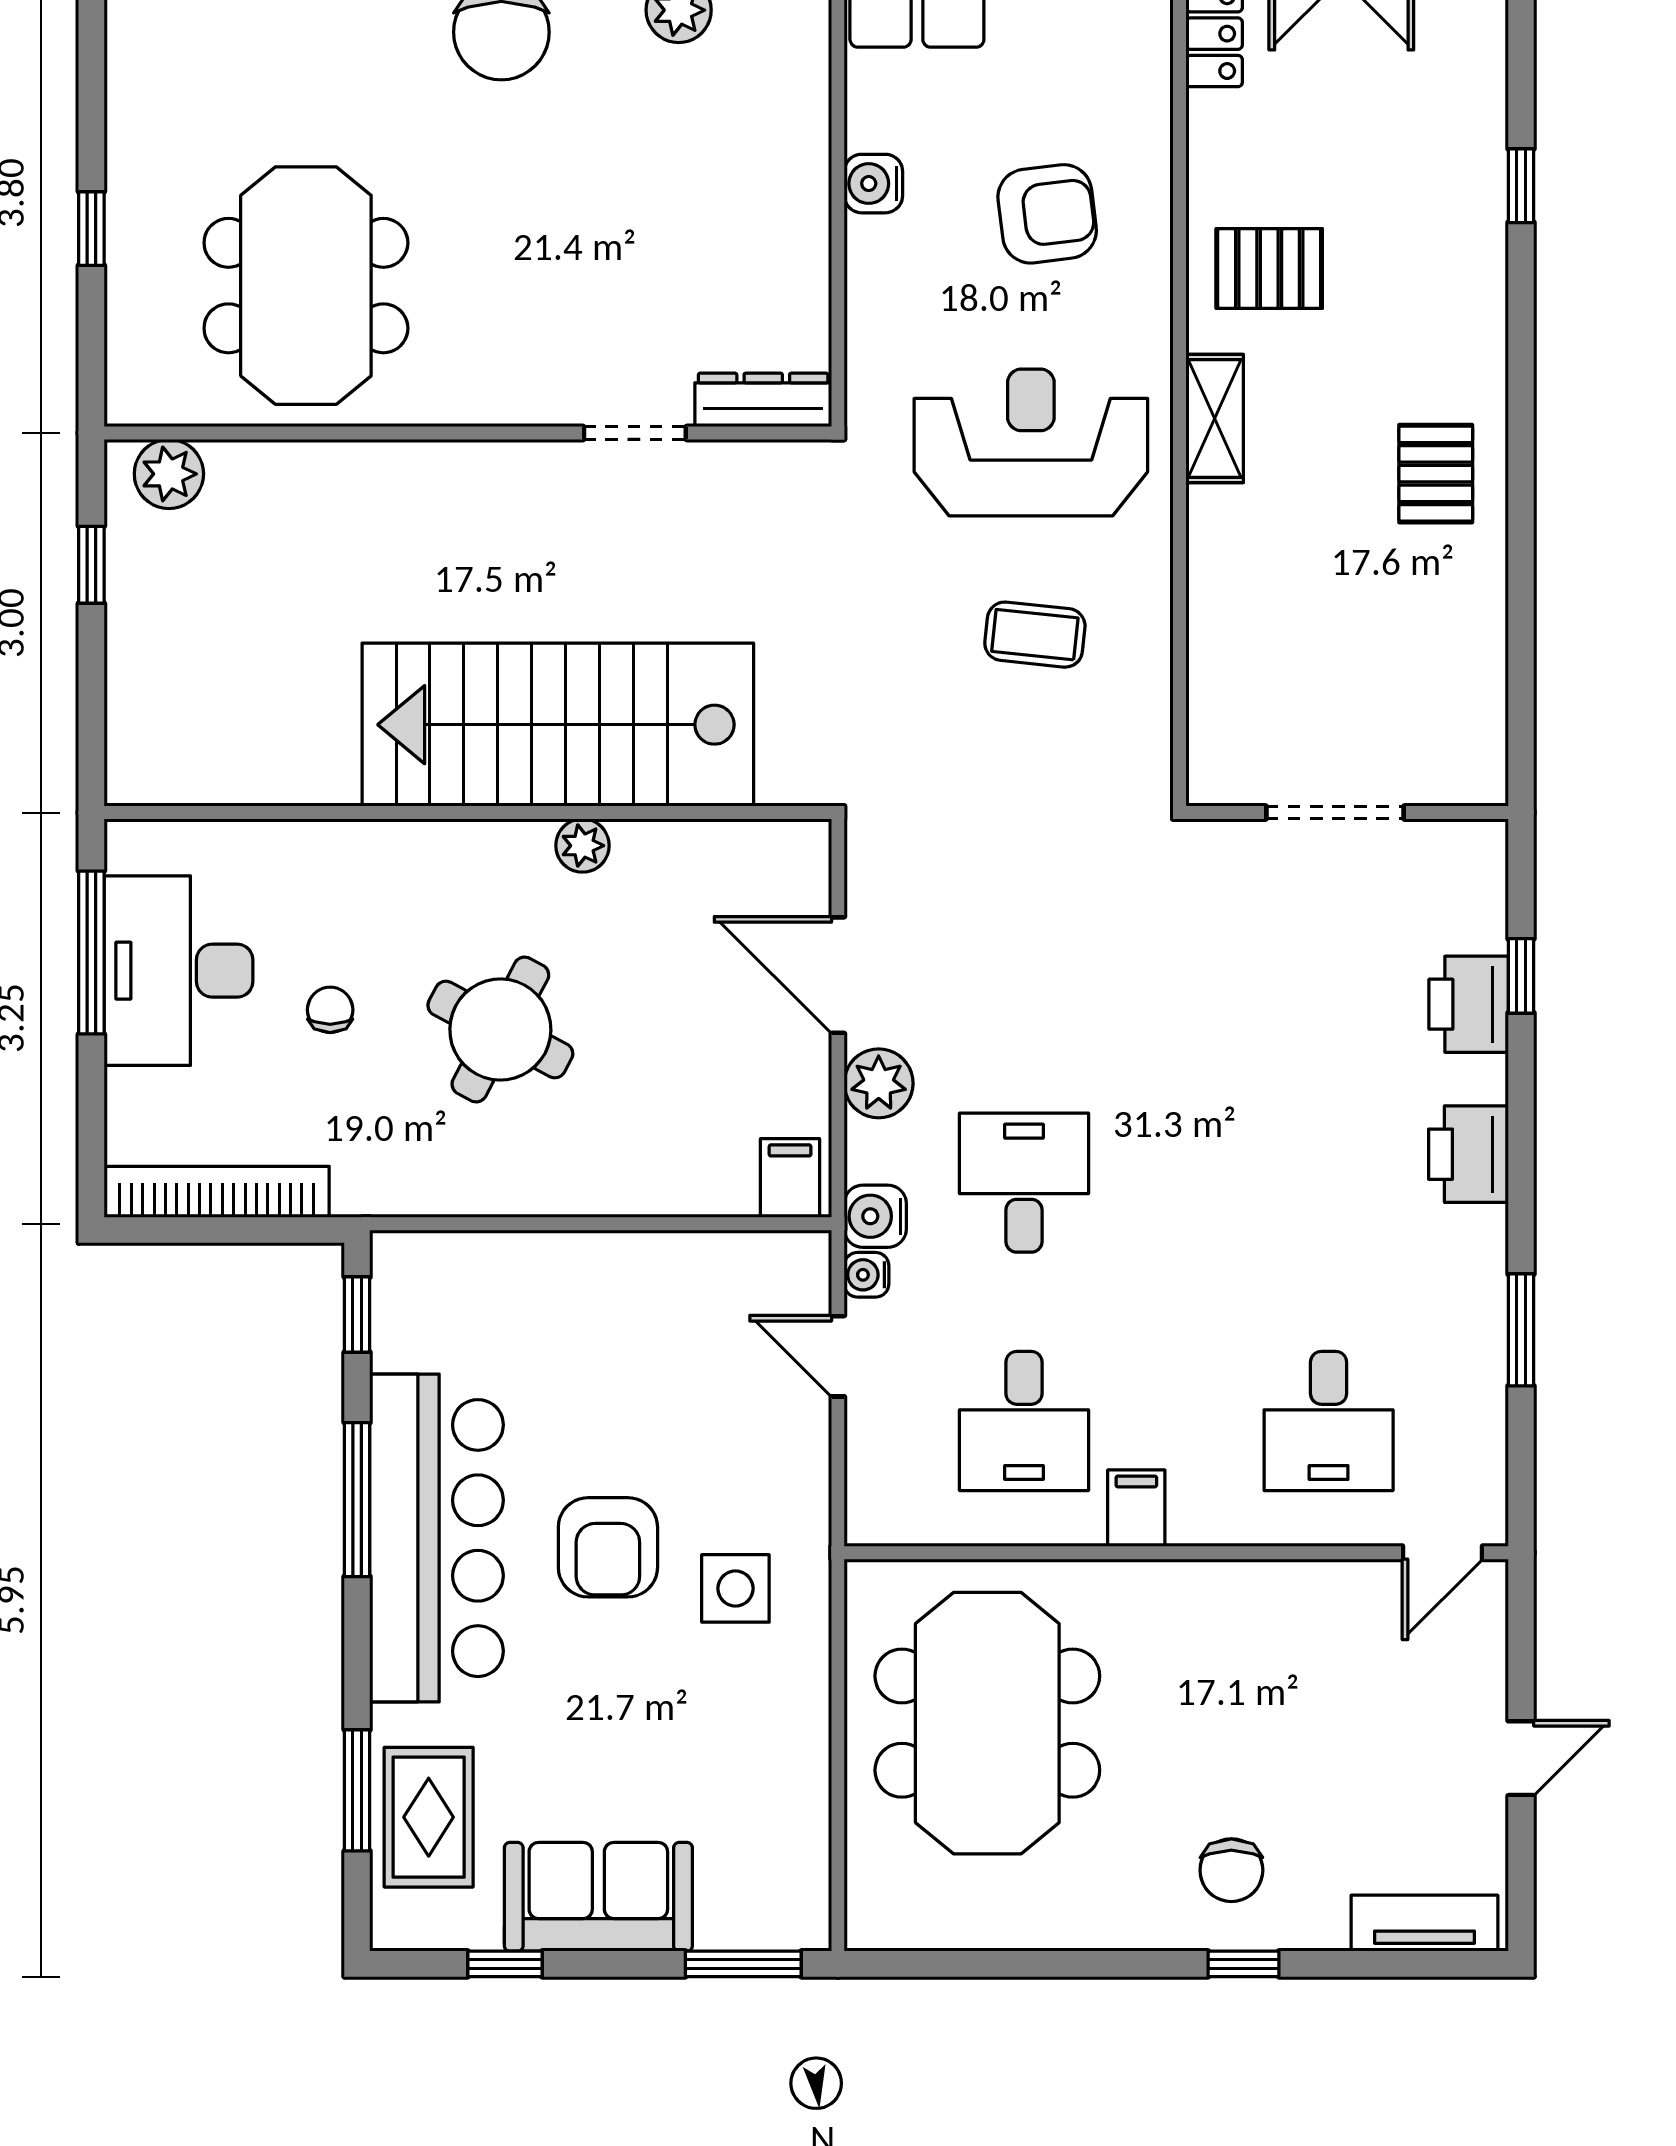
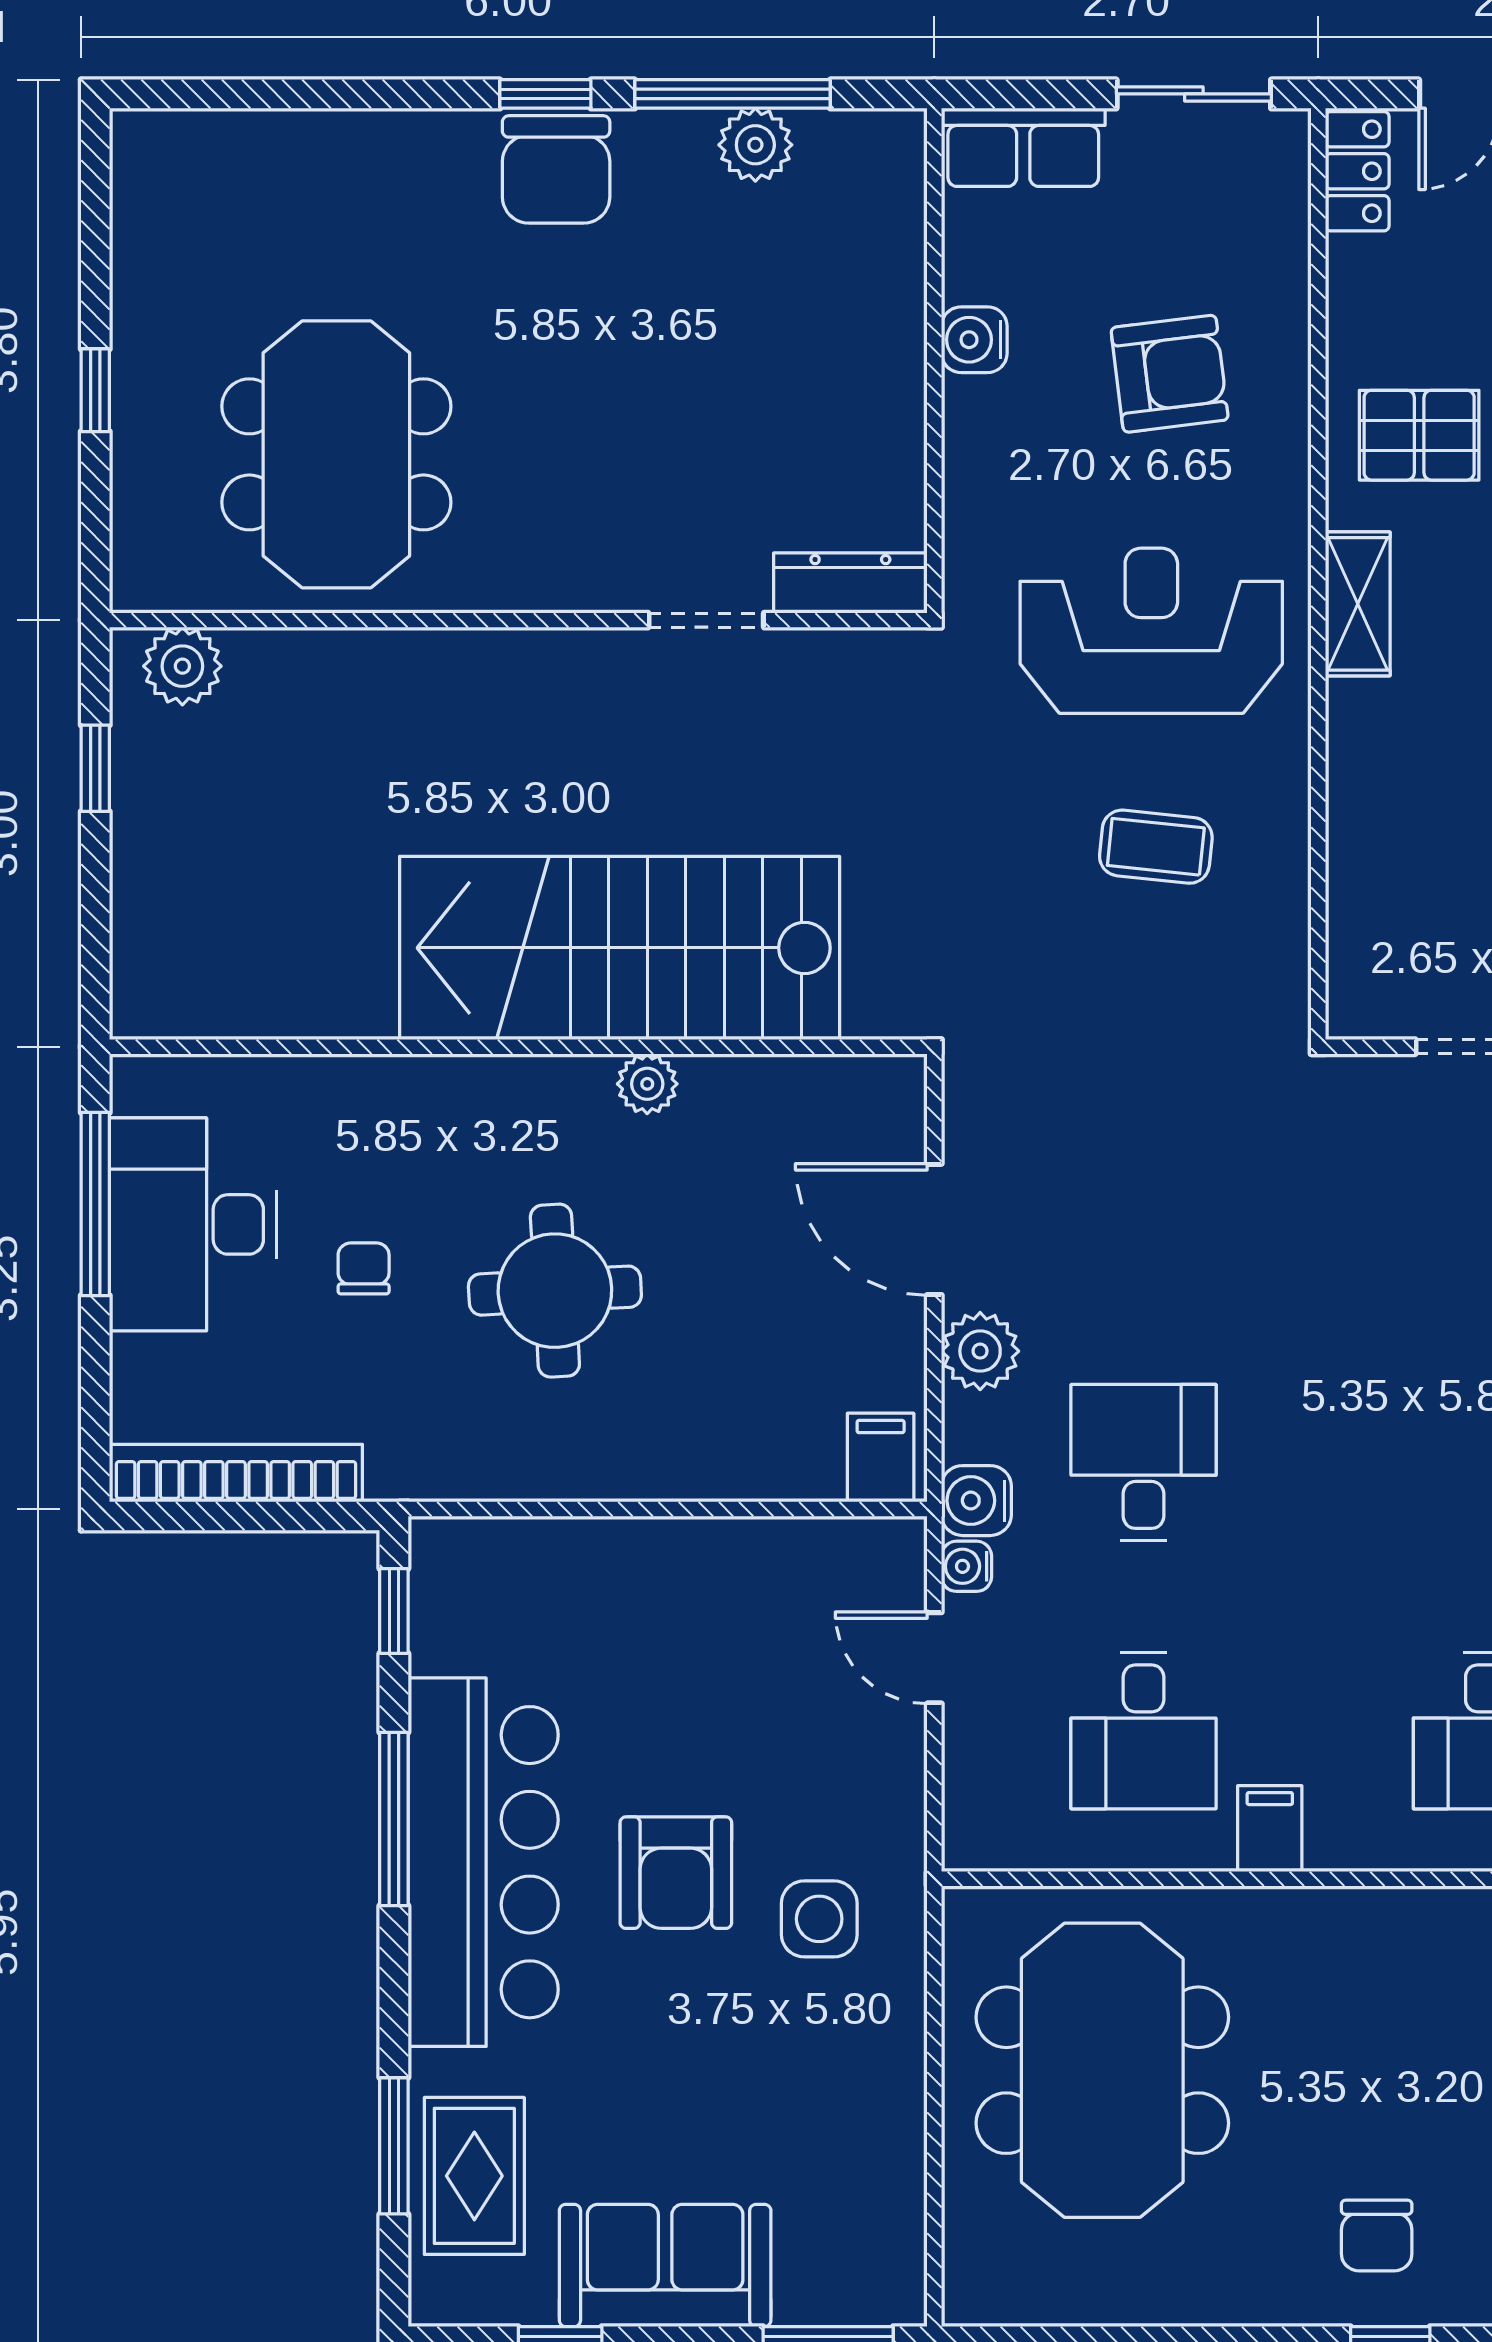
round table: (500, 1030) -> (555, 1291), turned -31

